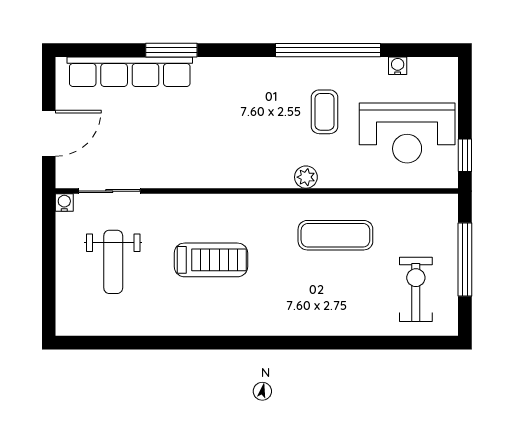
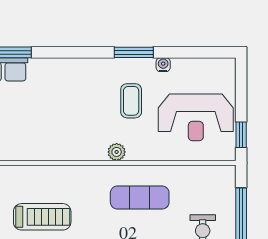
window: (328, 50) -> (134, 52), width x0.47
water cooler: (398, 66) -> (163, 65), moved

